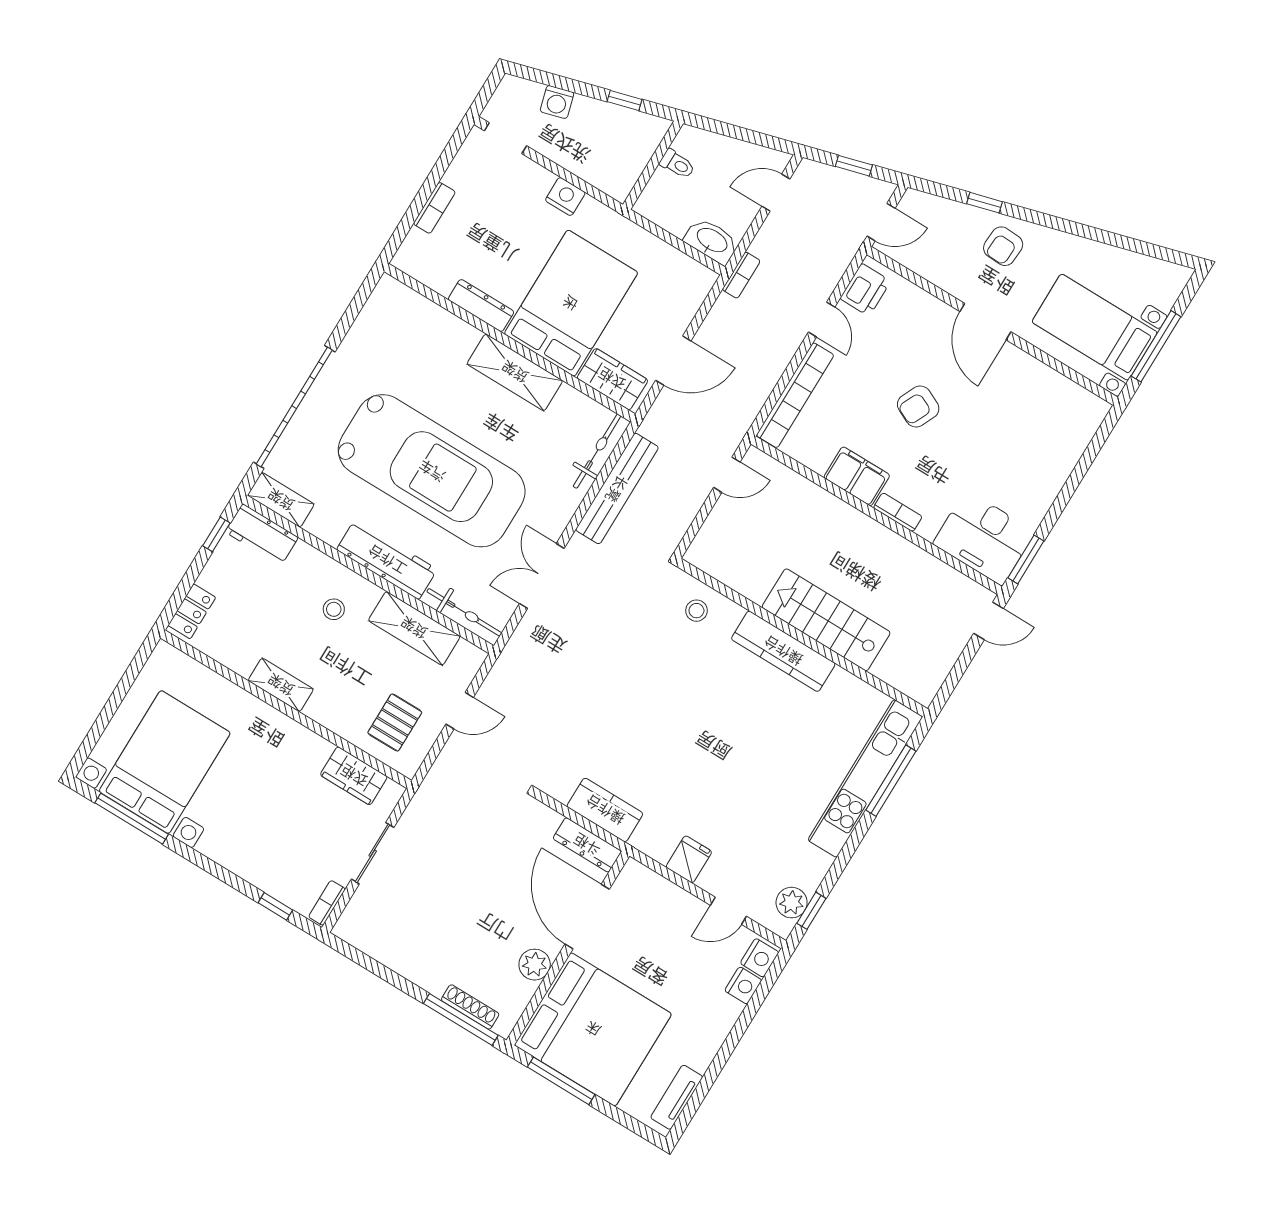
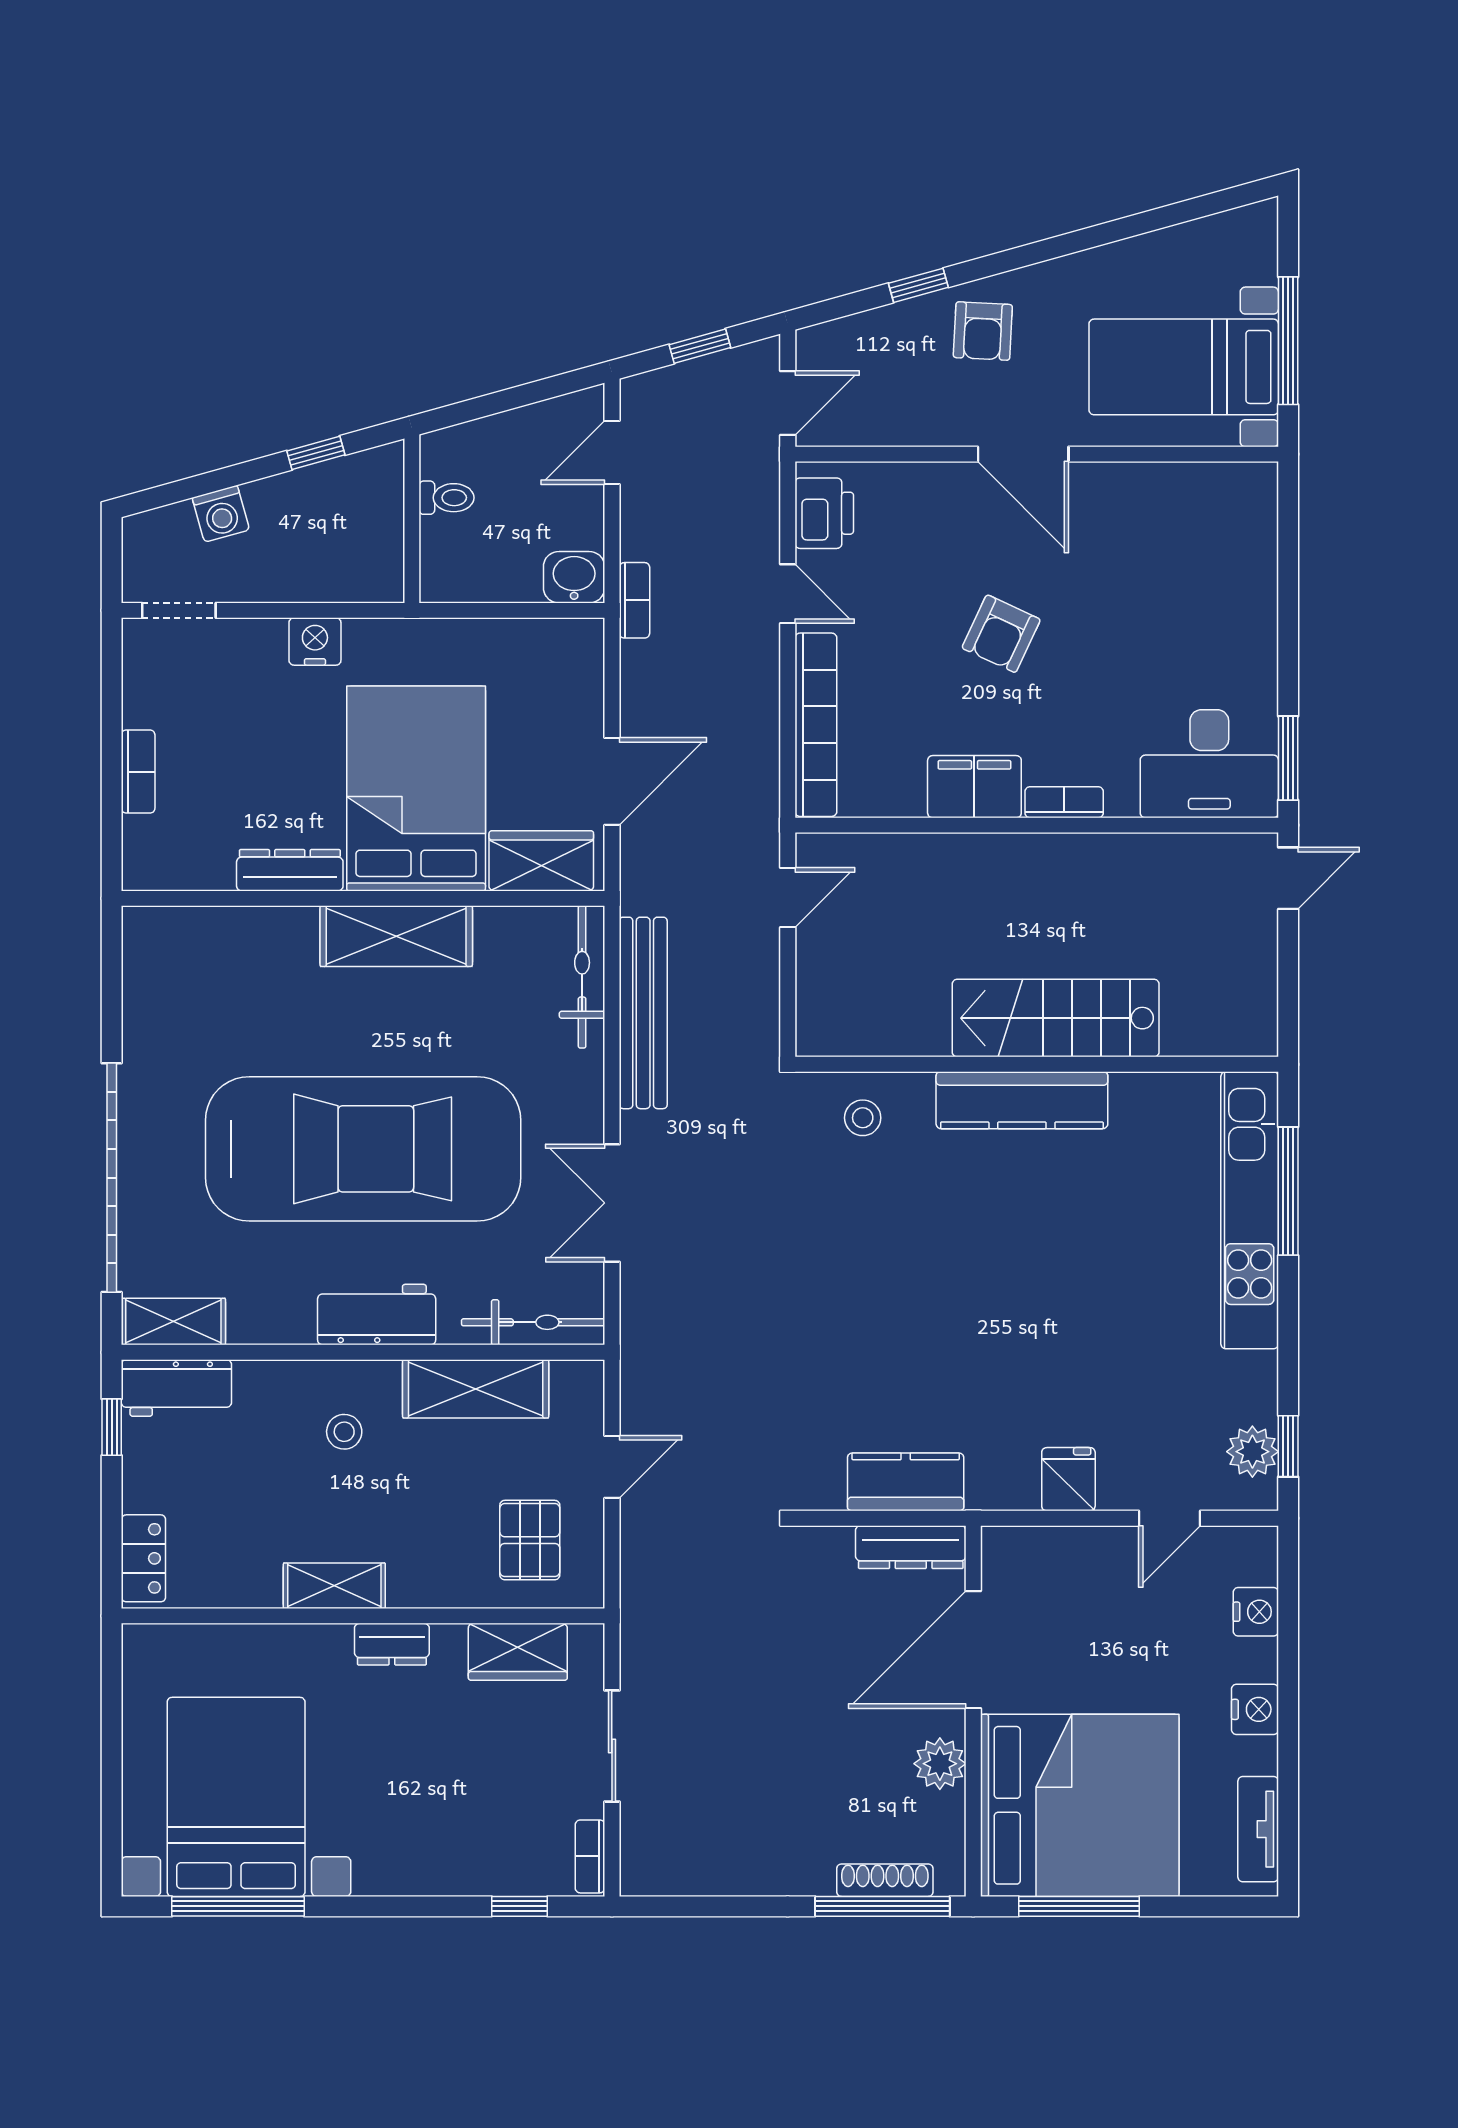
washbasin: (712, 241) -> (574, 577), width x0.72
workbench: (387, 560) -> (377, 1315), width x0.73
dresser: (292, 733) -> (392, 1644), added
door: (587, 917) -> (973, 1650), hinge flipped
nightstand: (760, 958) -> (1255, 1709), moved

